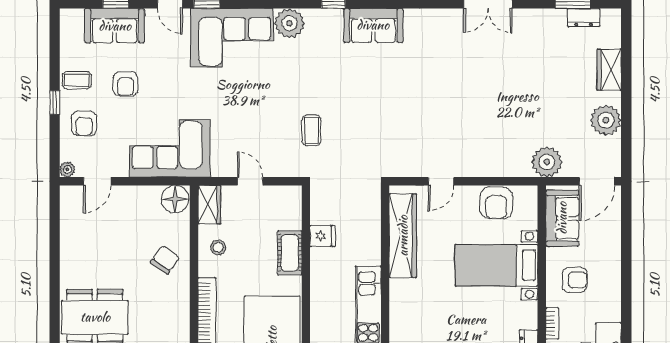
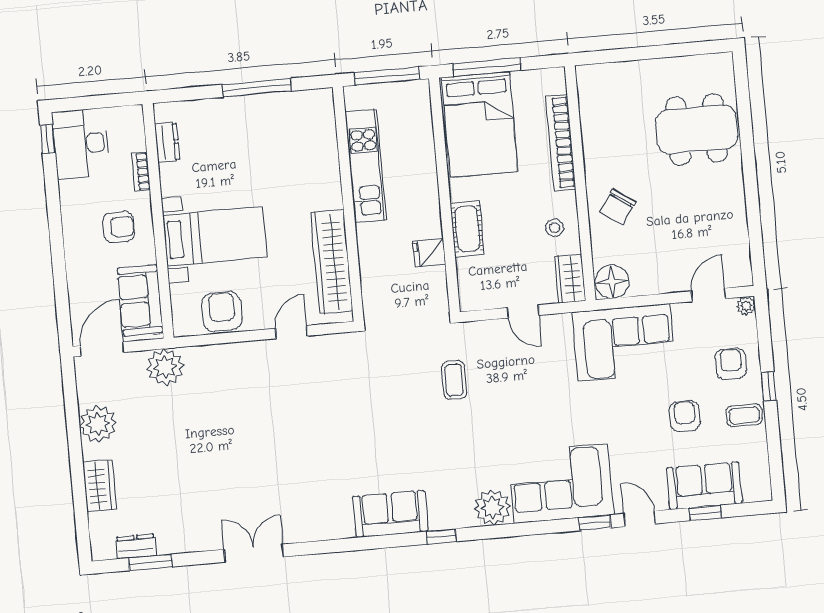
armchair: (575, 280) -> (119, 227), turned 180

